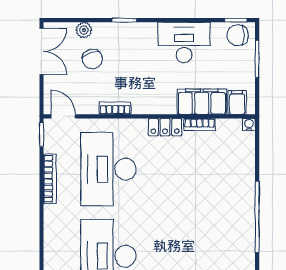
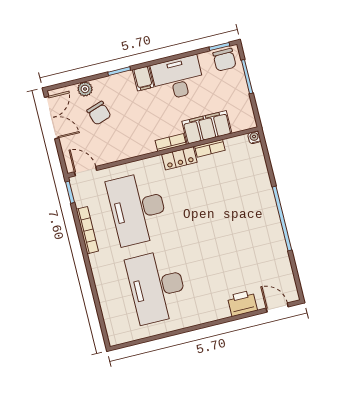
chair: (238, 35) -> (224, 60), turned -90
filing cabinet: (237, 103) -> (143, 78), moved, turned 180
bookcase: (115, 108) -> (171, 142), moved

